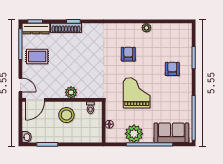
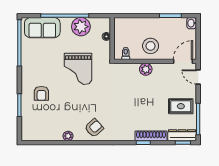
armchair: (128, 54) -> (94, 128), moved, turned -132

